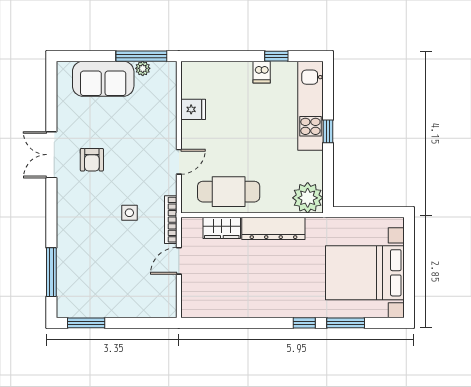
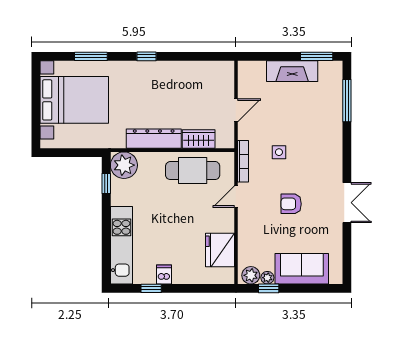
window: (141, 56) -> (269, 288), width x0.46
plant: (162, 71) -> (251, 275), added
fridge: (193, 109) -> (220, 250), width x1.88, depth x1.34
window: (328, 131) -> (106, 184), moved
armchair: (92, 160) -> (291, 204), moved, turned -90
bookcase: (171, 220) -> (243, 161), moved
fireplace: (114, 306) -> (292, 71), added
window: (304, 323) -> (146, 56), moved

